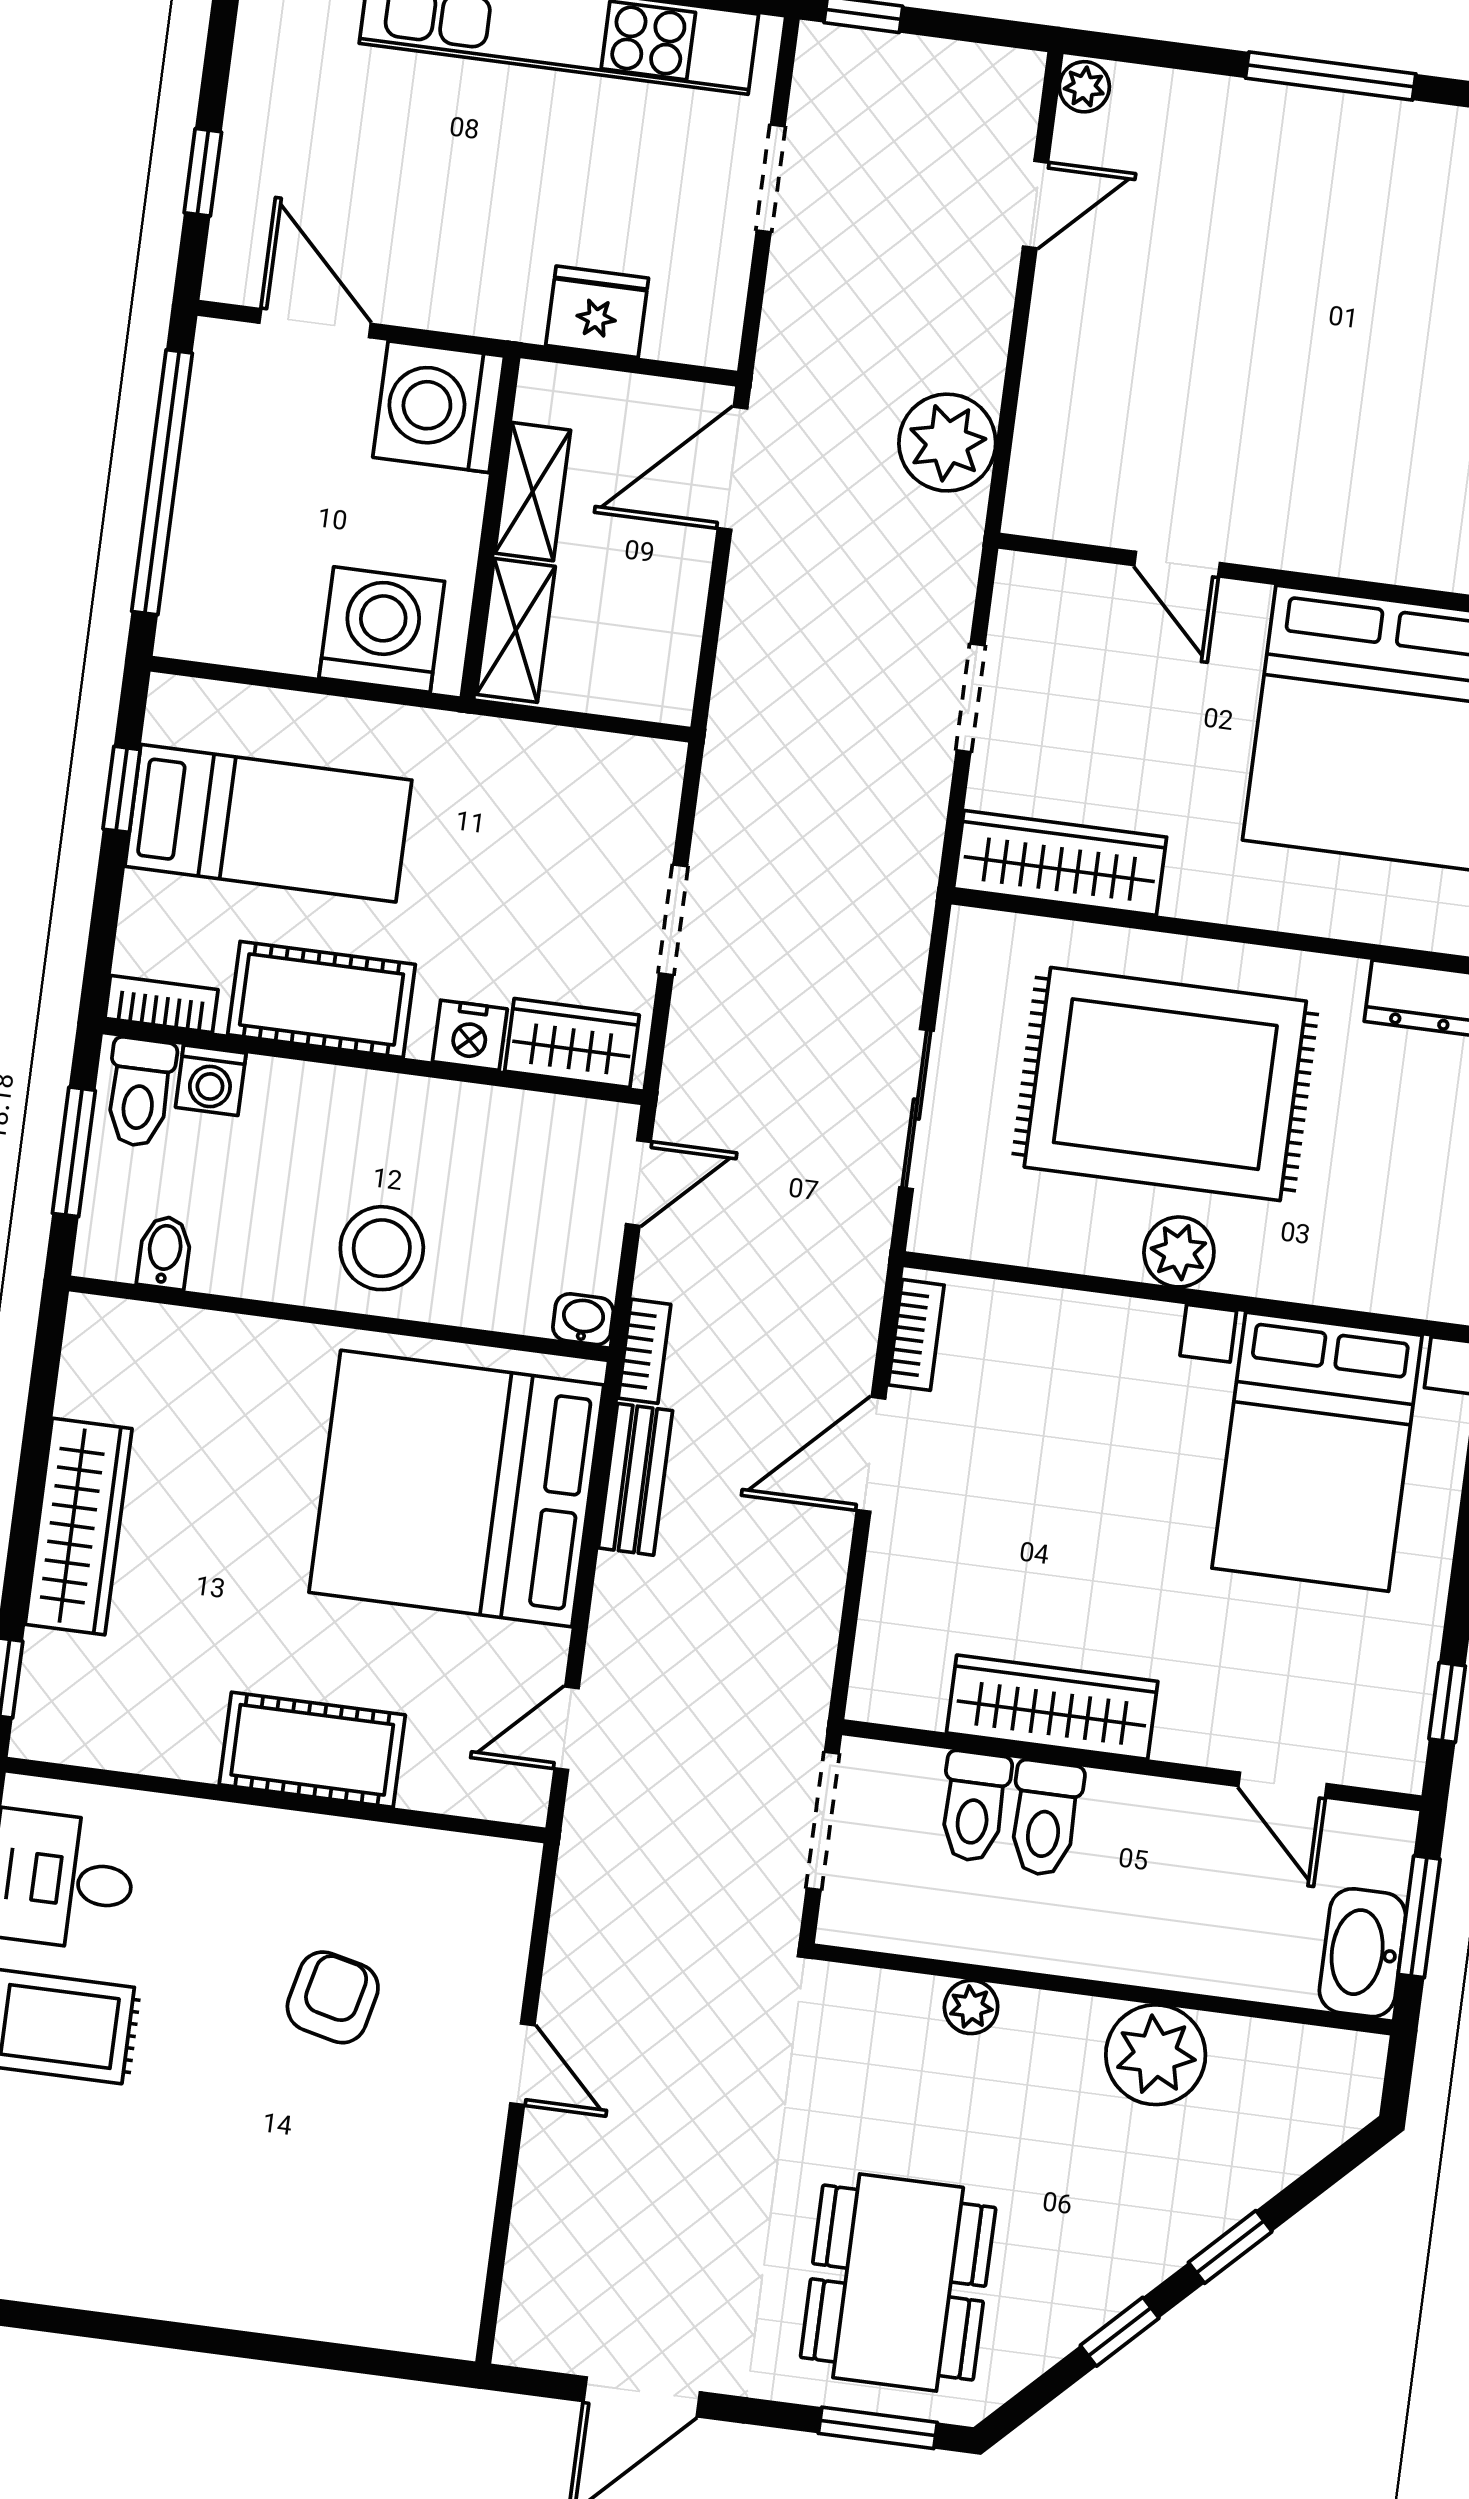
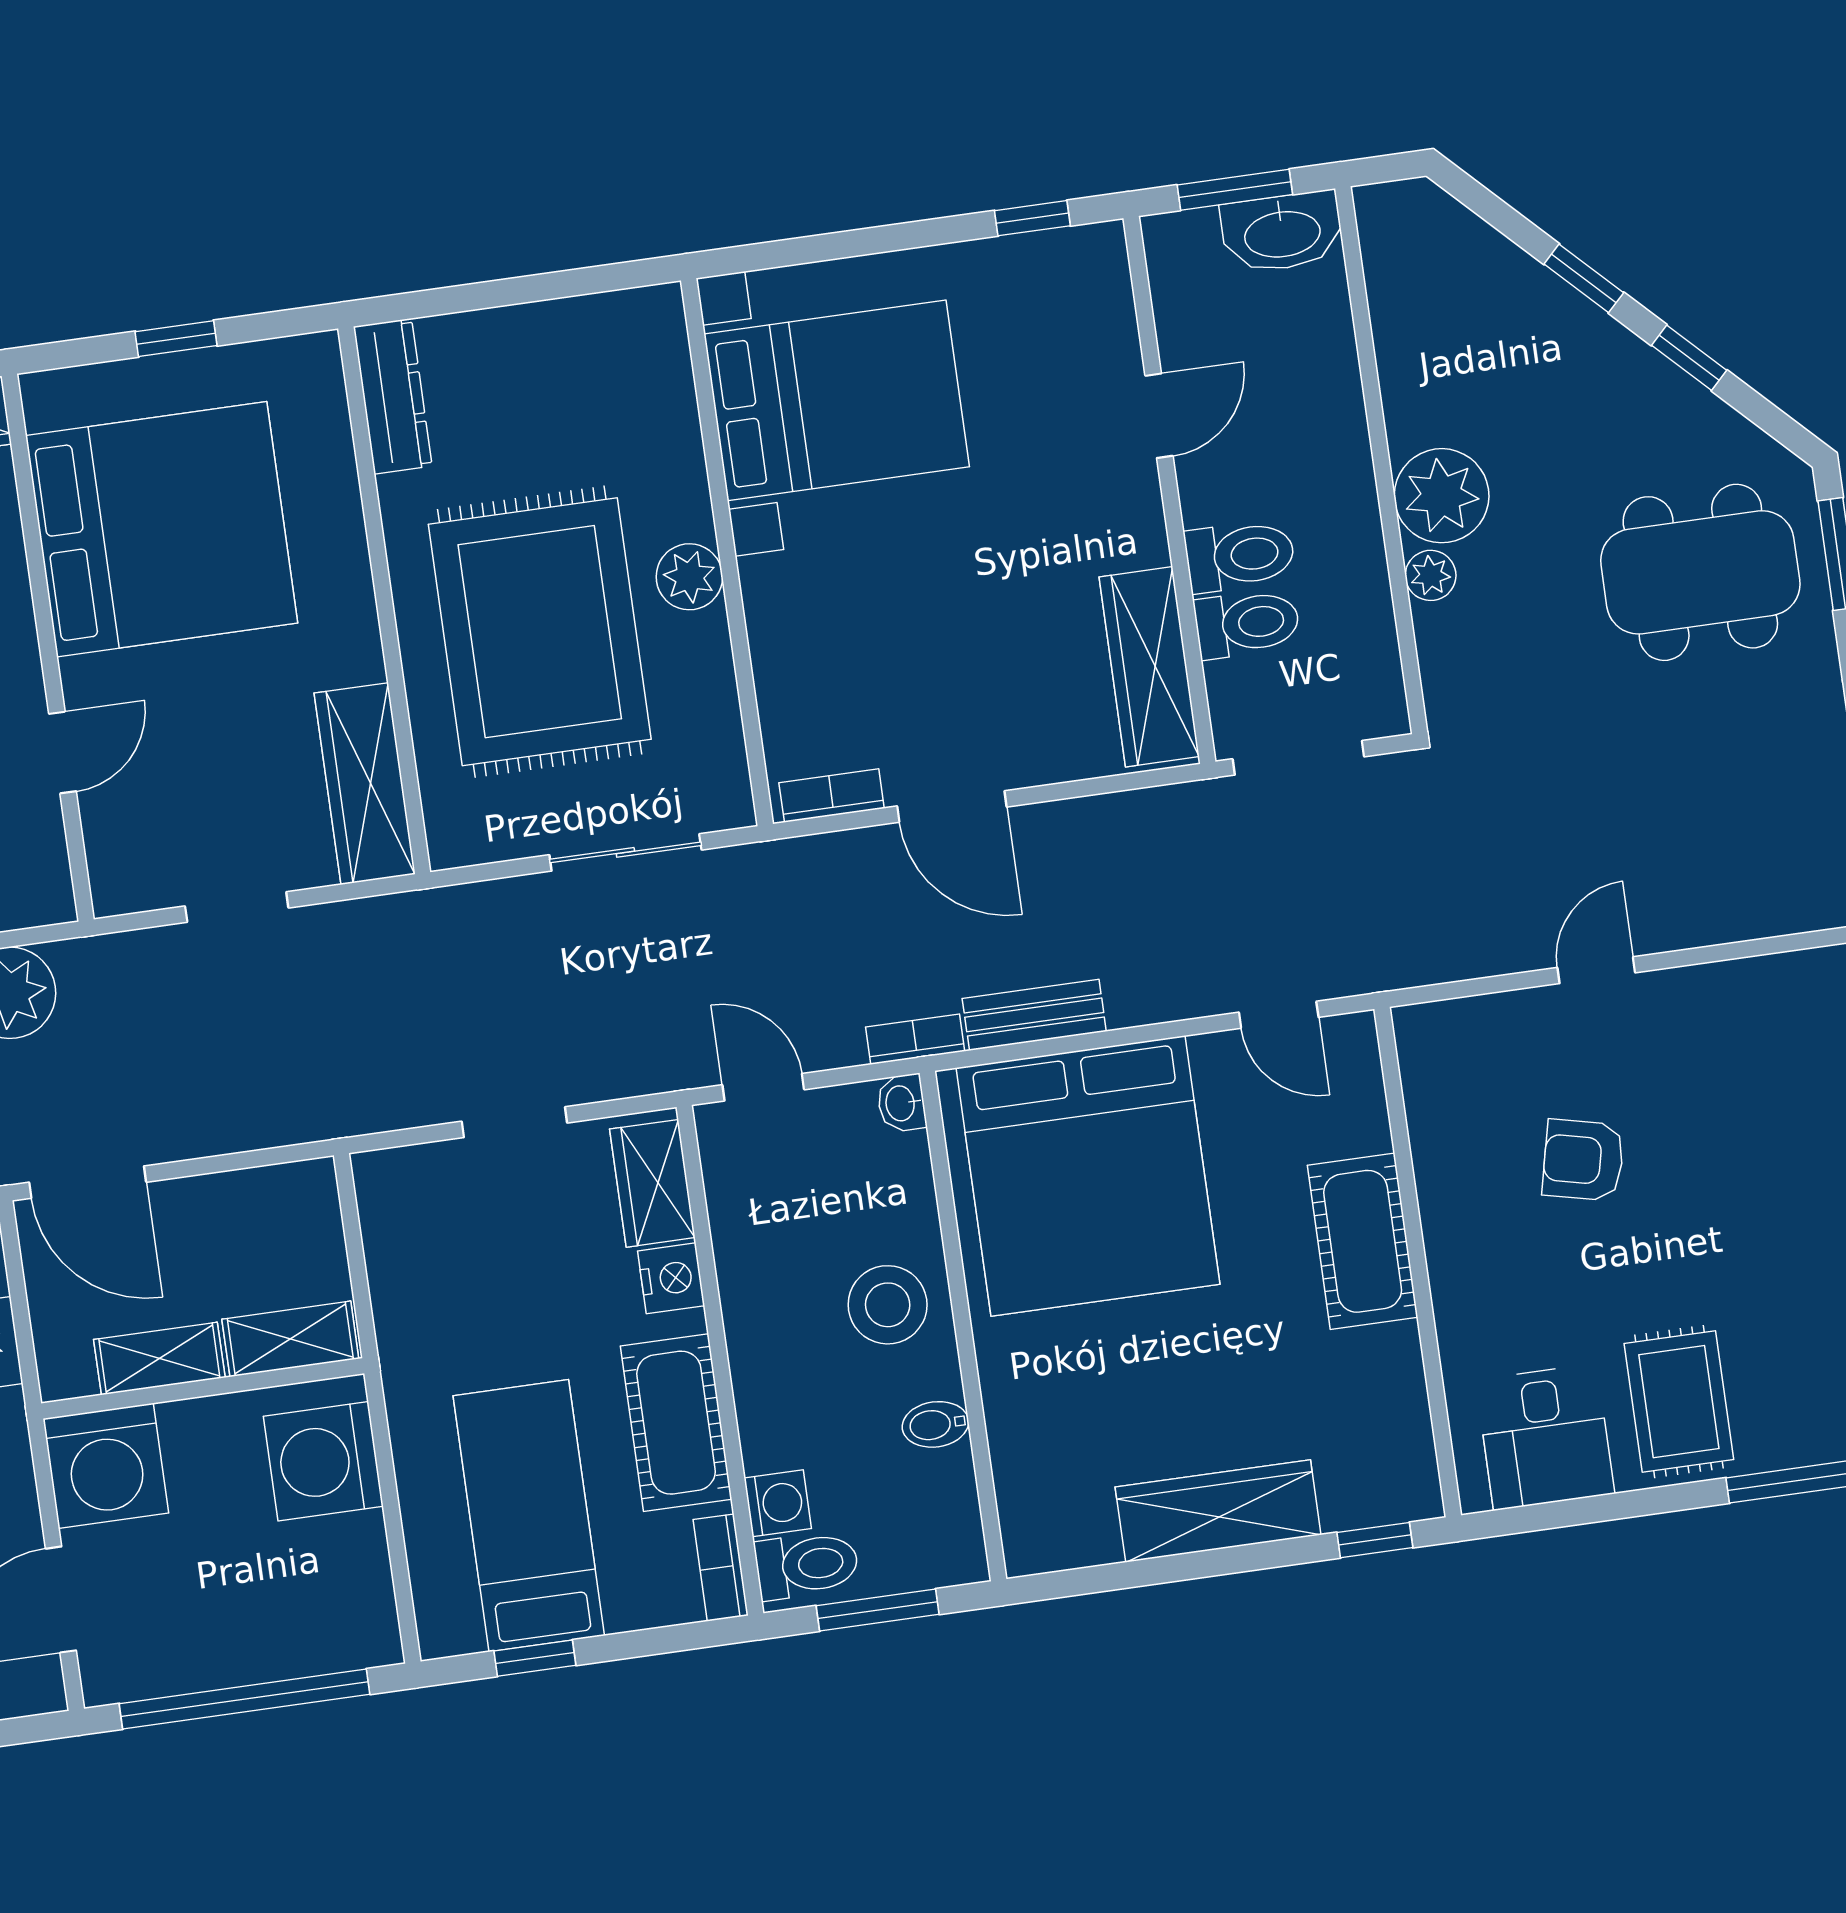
bidet: (164, 1252) -> (935, 1424), moved
wardrobe: (1052, 1707) -> (1149, 667), moved
door: (1282, 1785) -> (1159, 416), moved
plant: (1156, 2055) -> (1442, 496), moved

